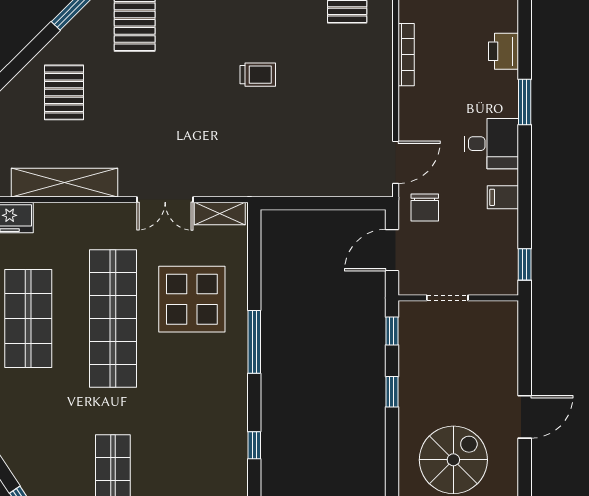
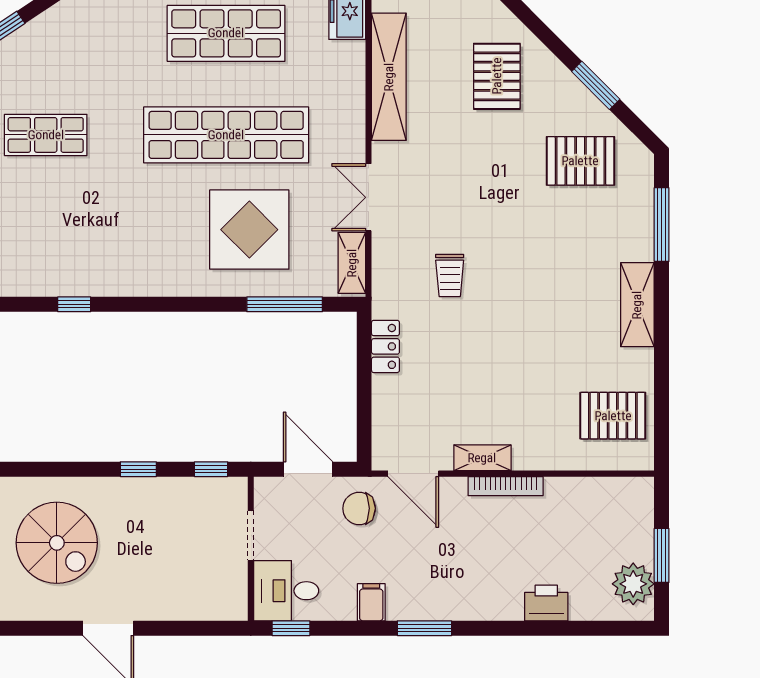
bookcase: (406, 55) -> (506, 486), moved
trolley: (258, 75) -> (450, 275), moved
pallet: (64, 92) -> (497, 76), turned 90
window: (525, 102) -> (424, 628), moved
shelving: (382, 105) -> (482, 458), added
desk: (491, 144) -> (286, 591), moved, turned 90
locker: (289, 185) -> (385, 346), added
window: (254, 342) -> (285, 304), moved

